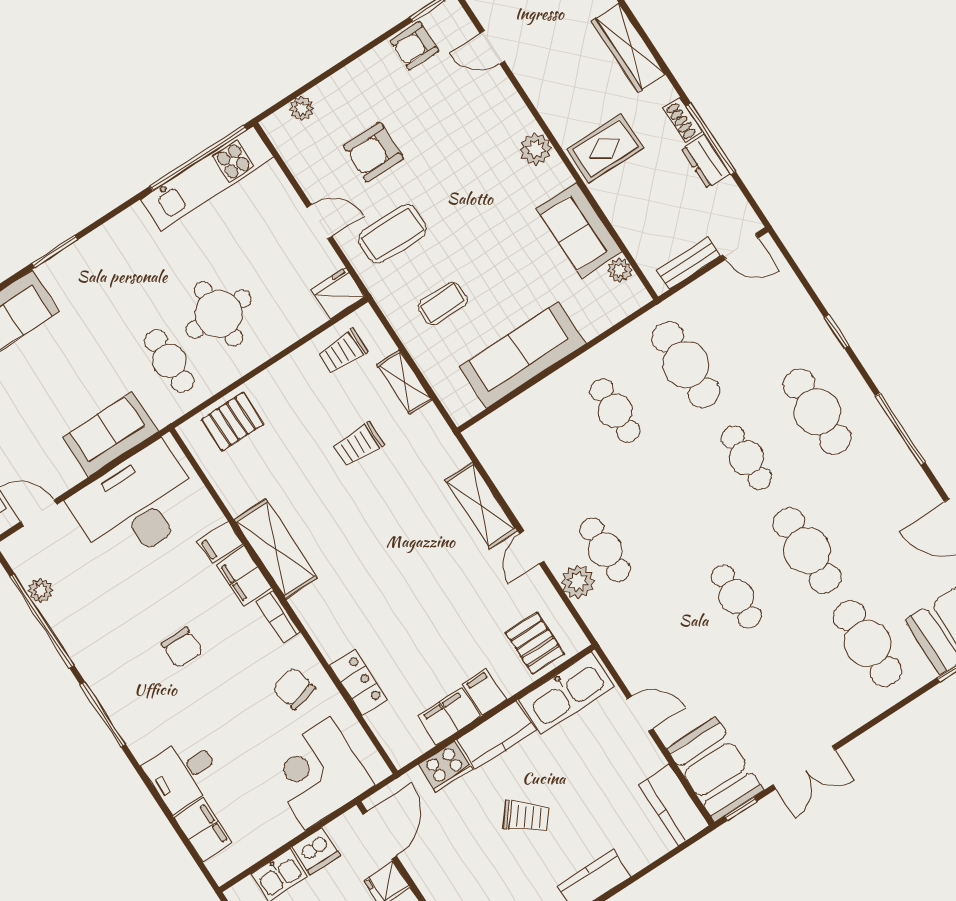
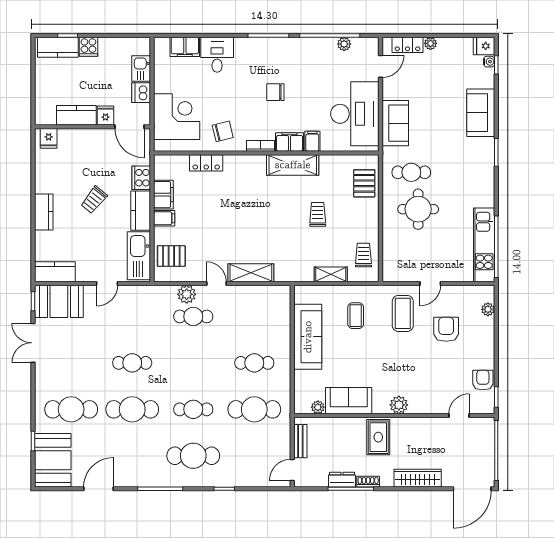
fridge: (338, 293) -> (392, 271), removed
trolley: (359, 445) -> (318, 214), moved

